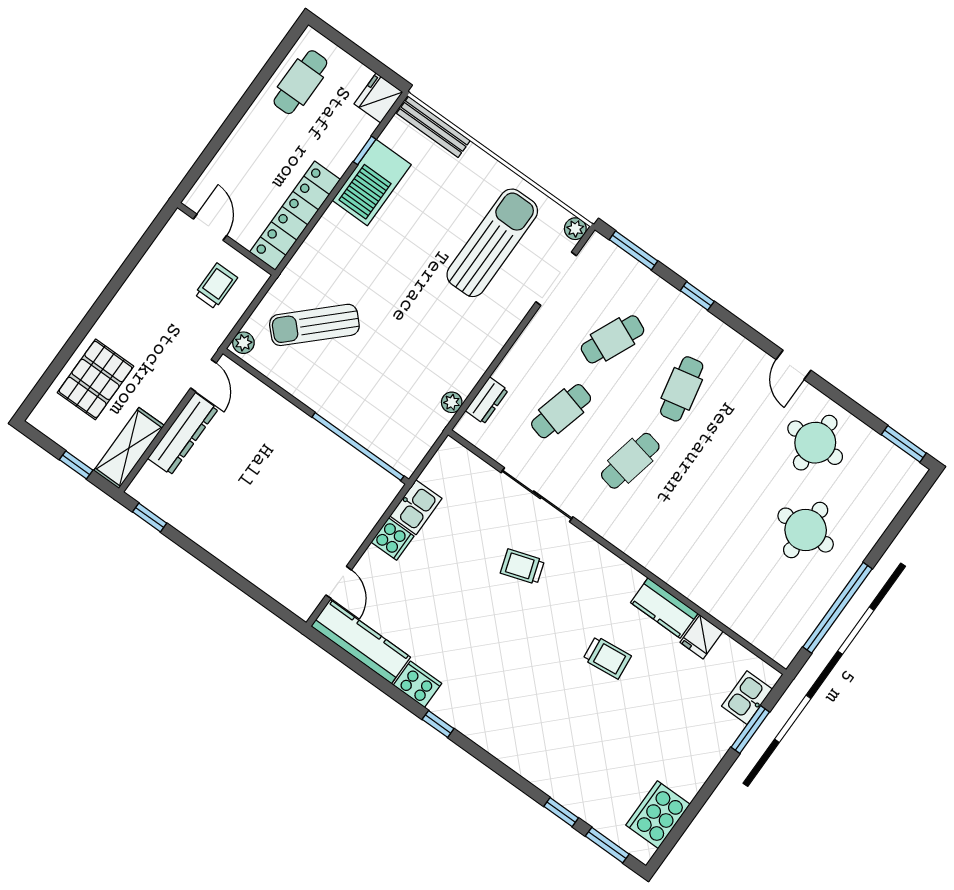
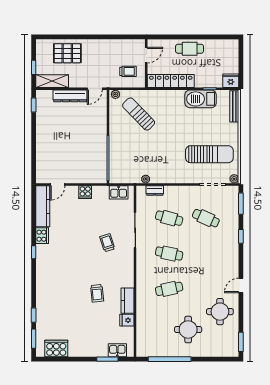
cafe table: (300, 82) -> (190, 49), moved
cafe table: (682, 389) -> (169, 289), moved
kitchen sink: (416, 507) -> (119, 192), moved

